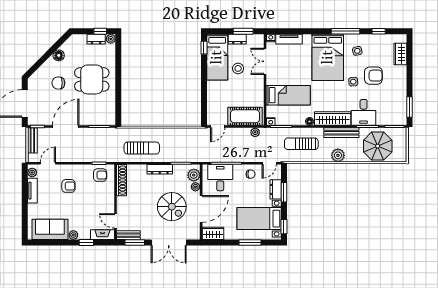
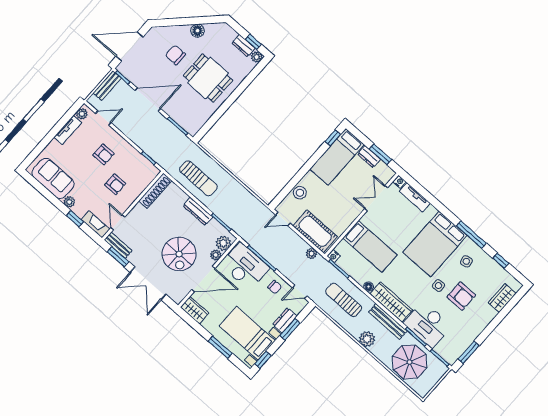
stool: (238, 68) -> (300, 193), moved
desk: (364, 112) -> (428, 325), width x1.37
armchair: (100, 175) -> (115, 184), moved
desk: (220, 178) -> (245, 266), width x1.37

